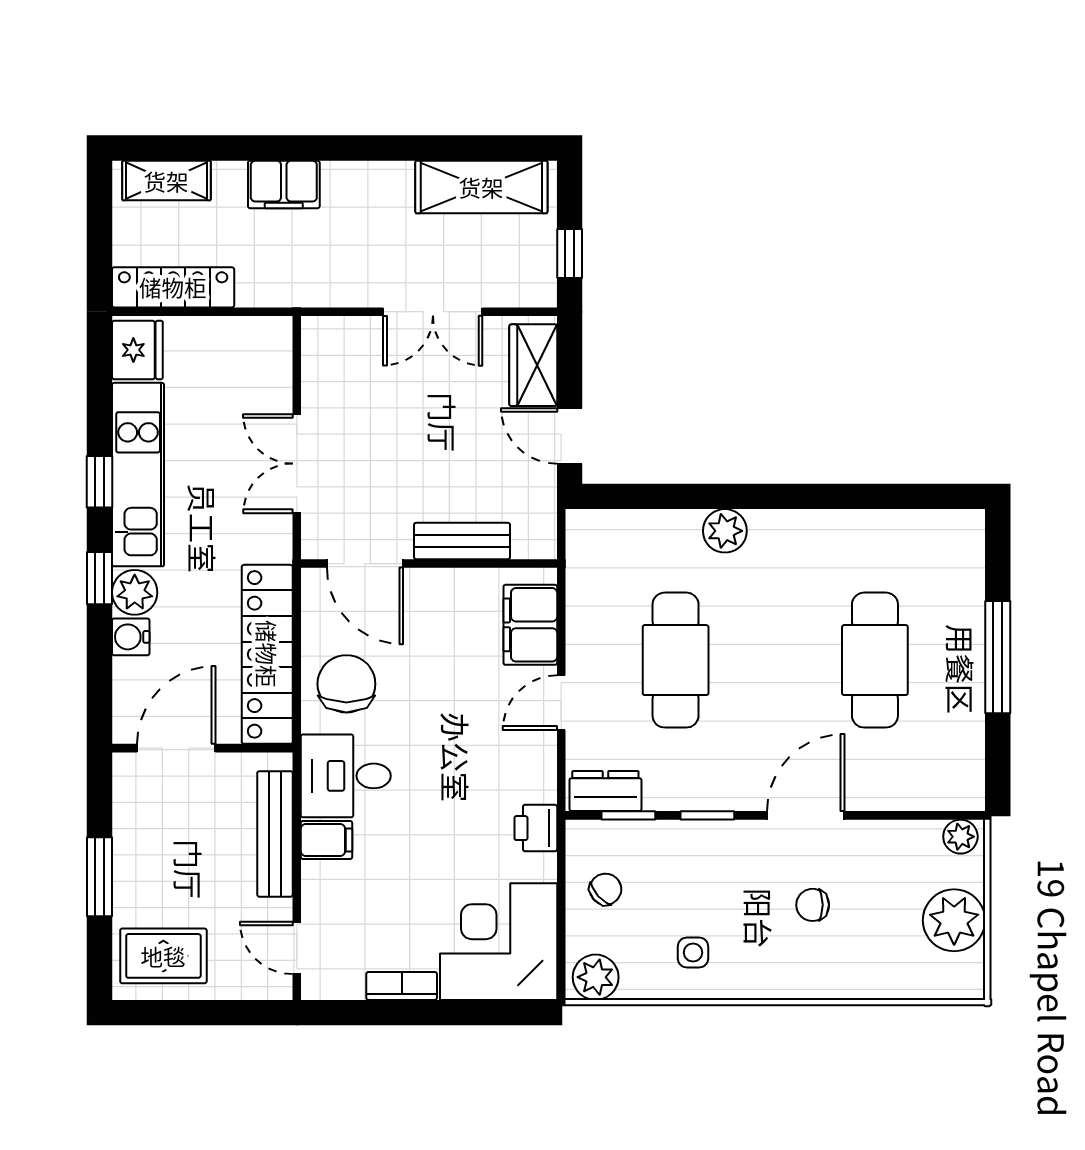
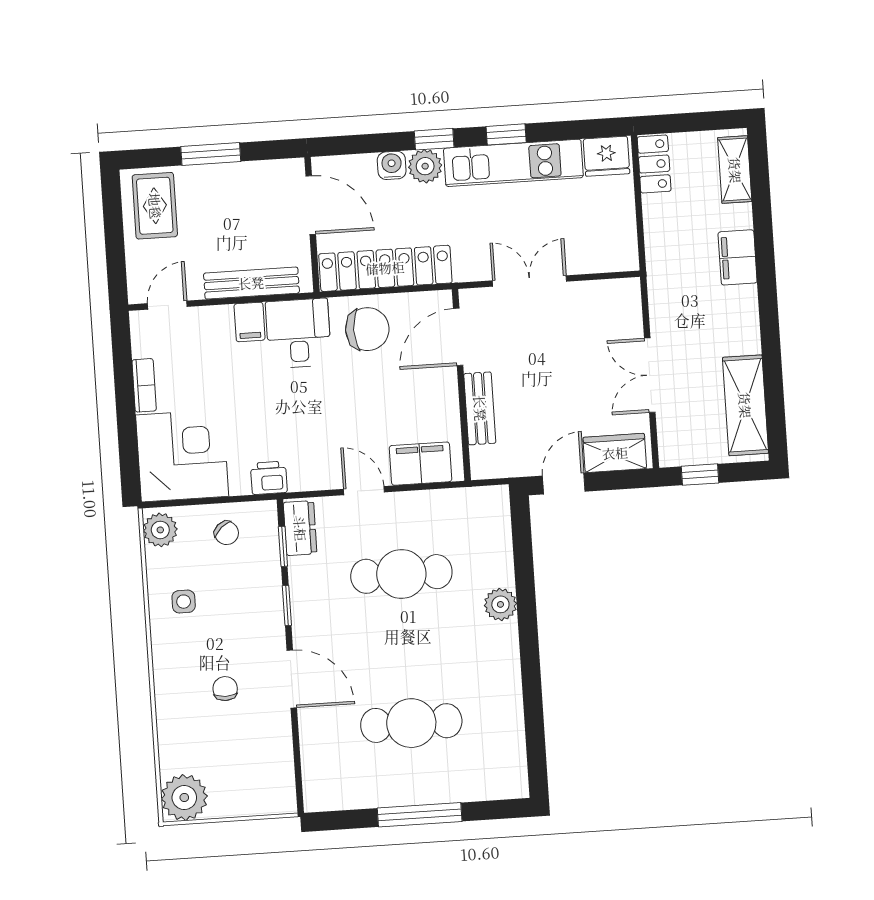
locker: (173, 287) -> (654, 164), width x0.66
plant: (960, 837) -> (284, 796), removed
plant: (954, 920) -> (184, 798), moved

